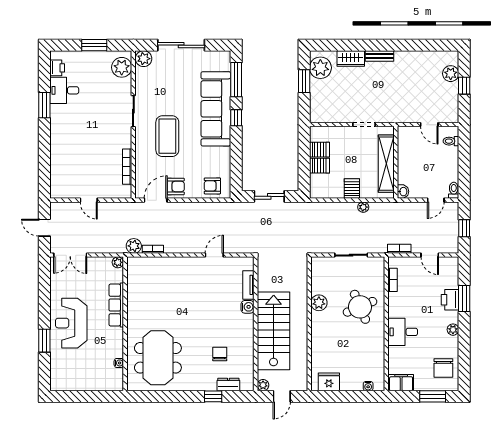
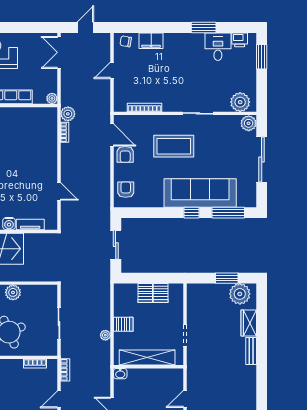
window: (94, 45) -> (262, 57), moved
filing cabinet: (58, 160) -> (151, 41), added
chair: (59, 186) -> (126, 41), added

